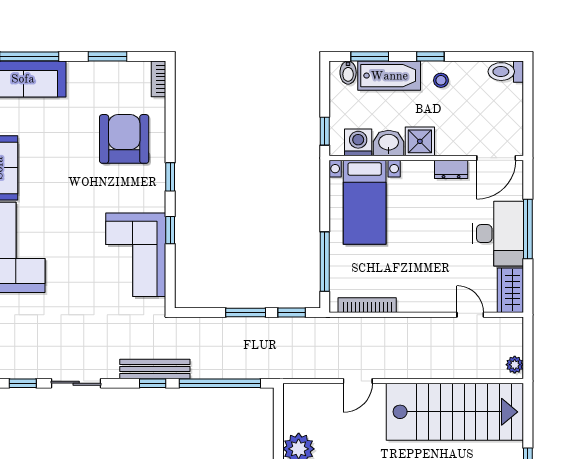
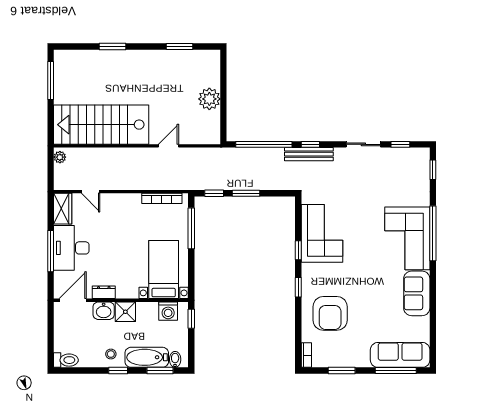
washbasin: (389, 143) -> (104, 311), moved

